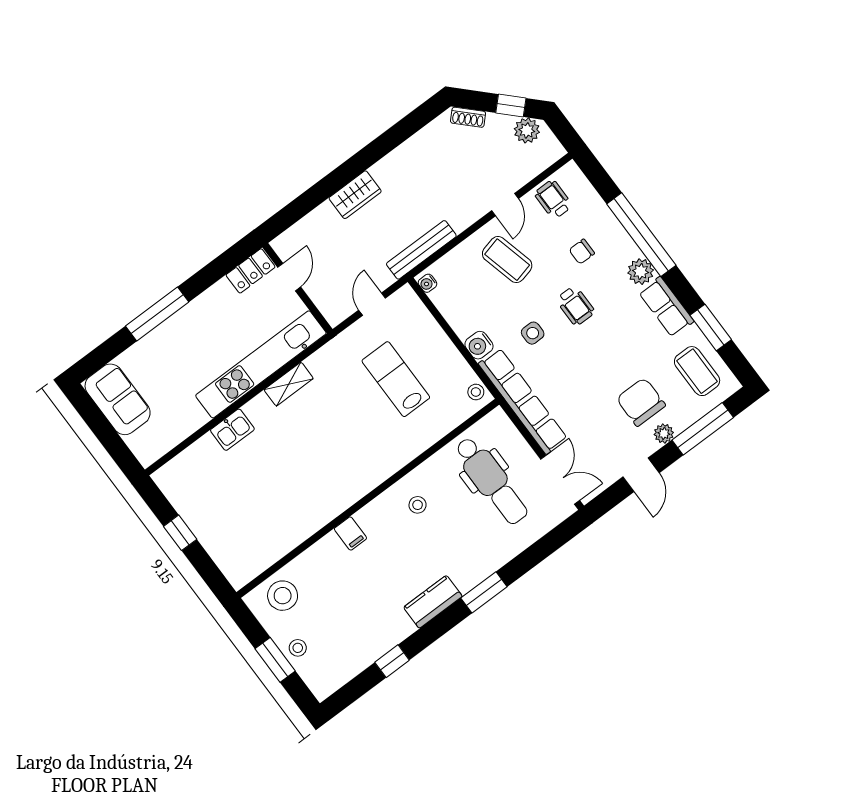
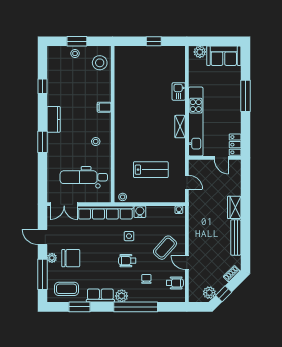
bench: (421, 250) -> (236, 237), moved
coffee table: (507, 260) -> (165, 248), turned -34
plant: (141, 444) -> (200, 52), added

